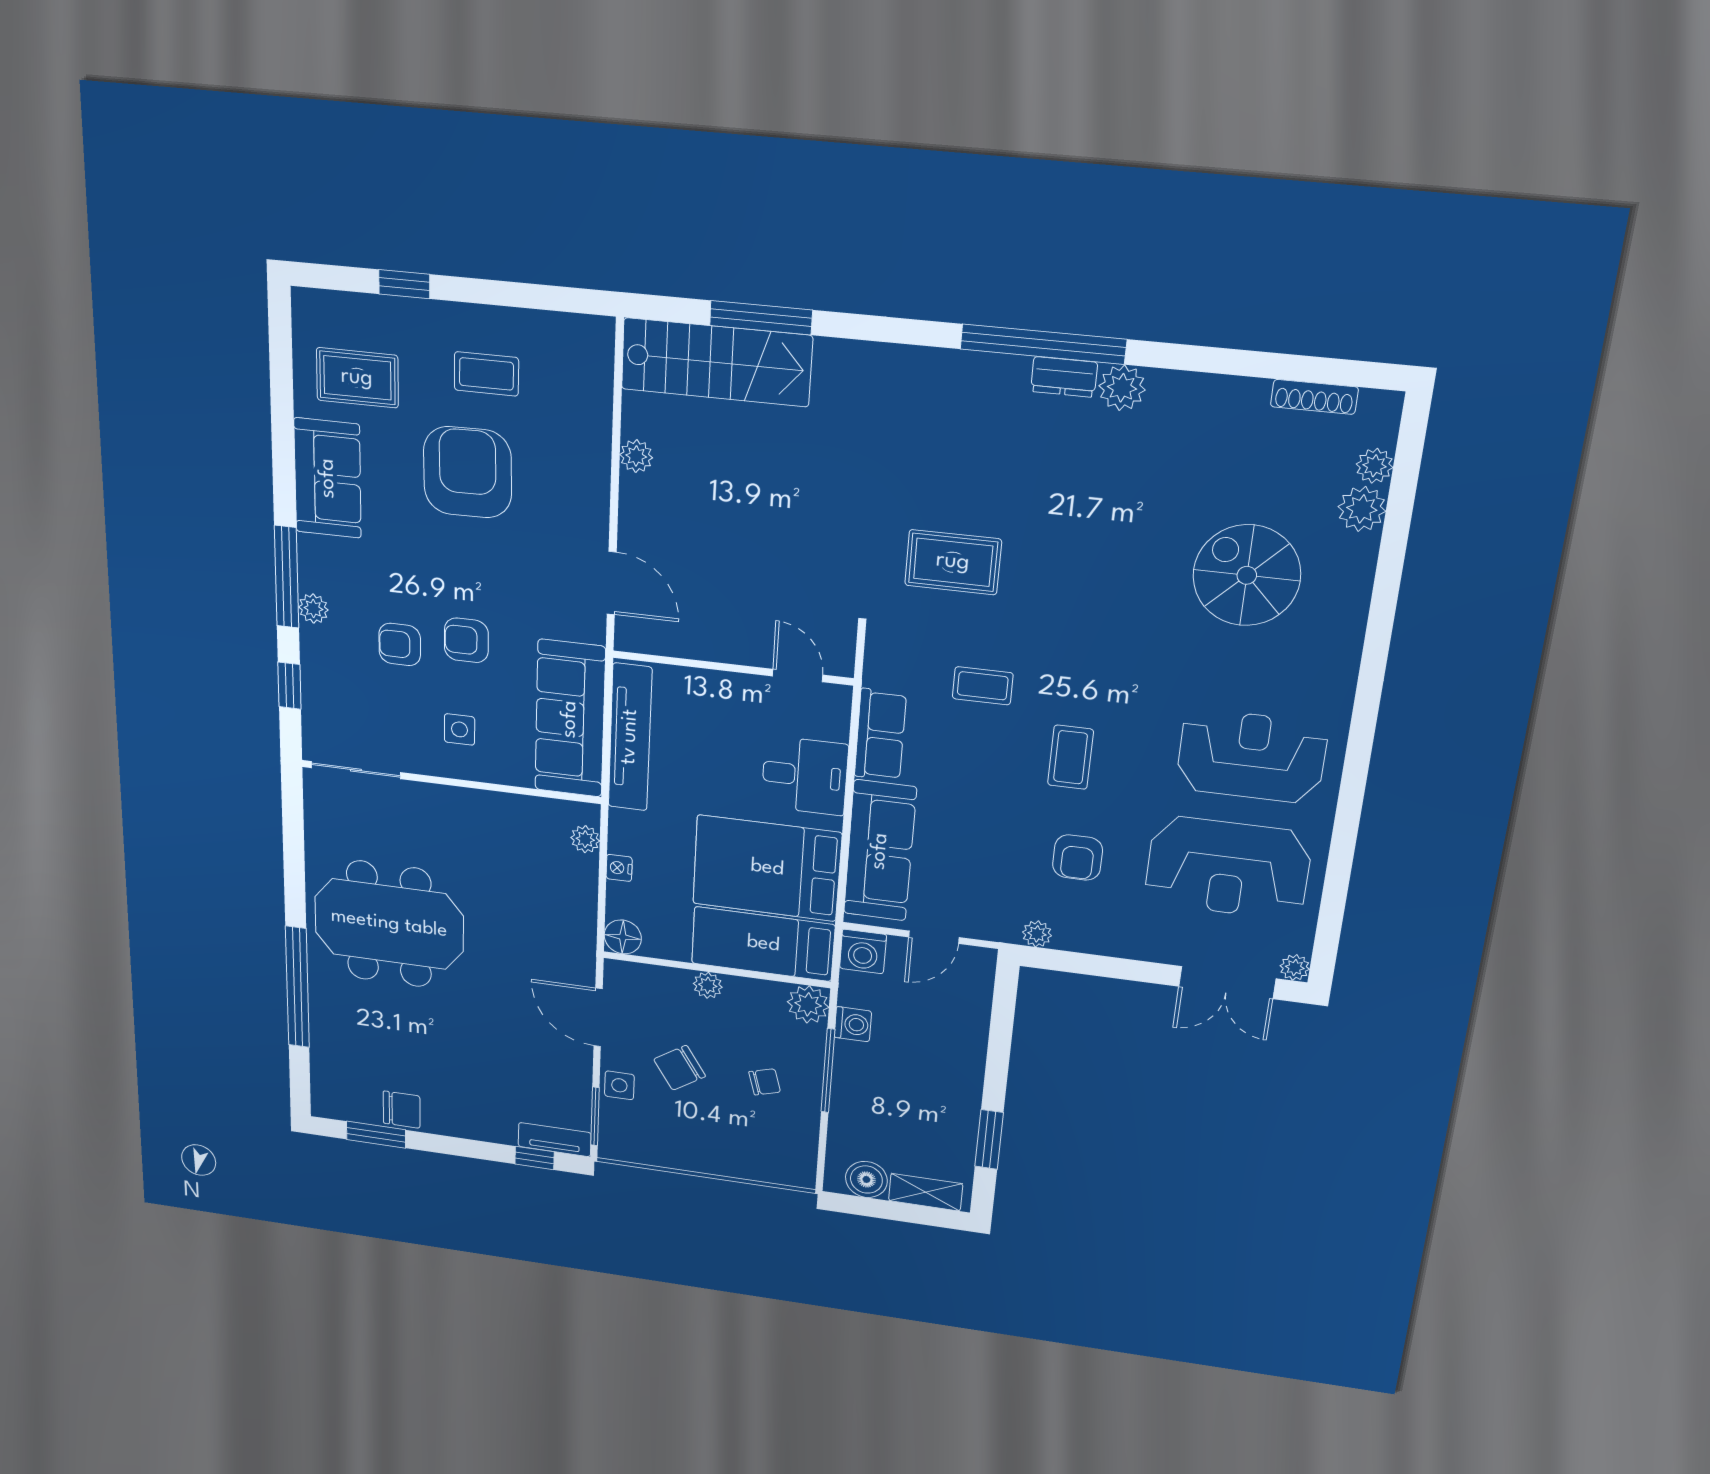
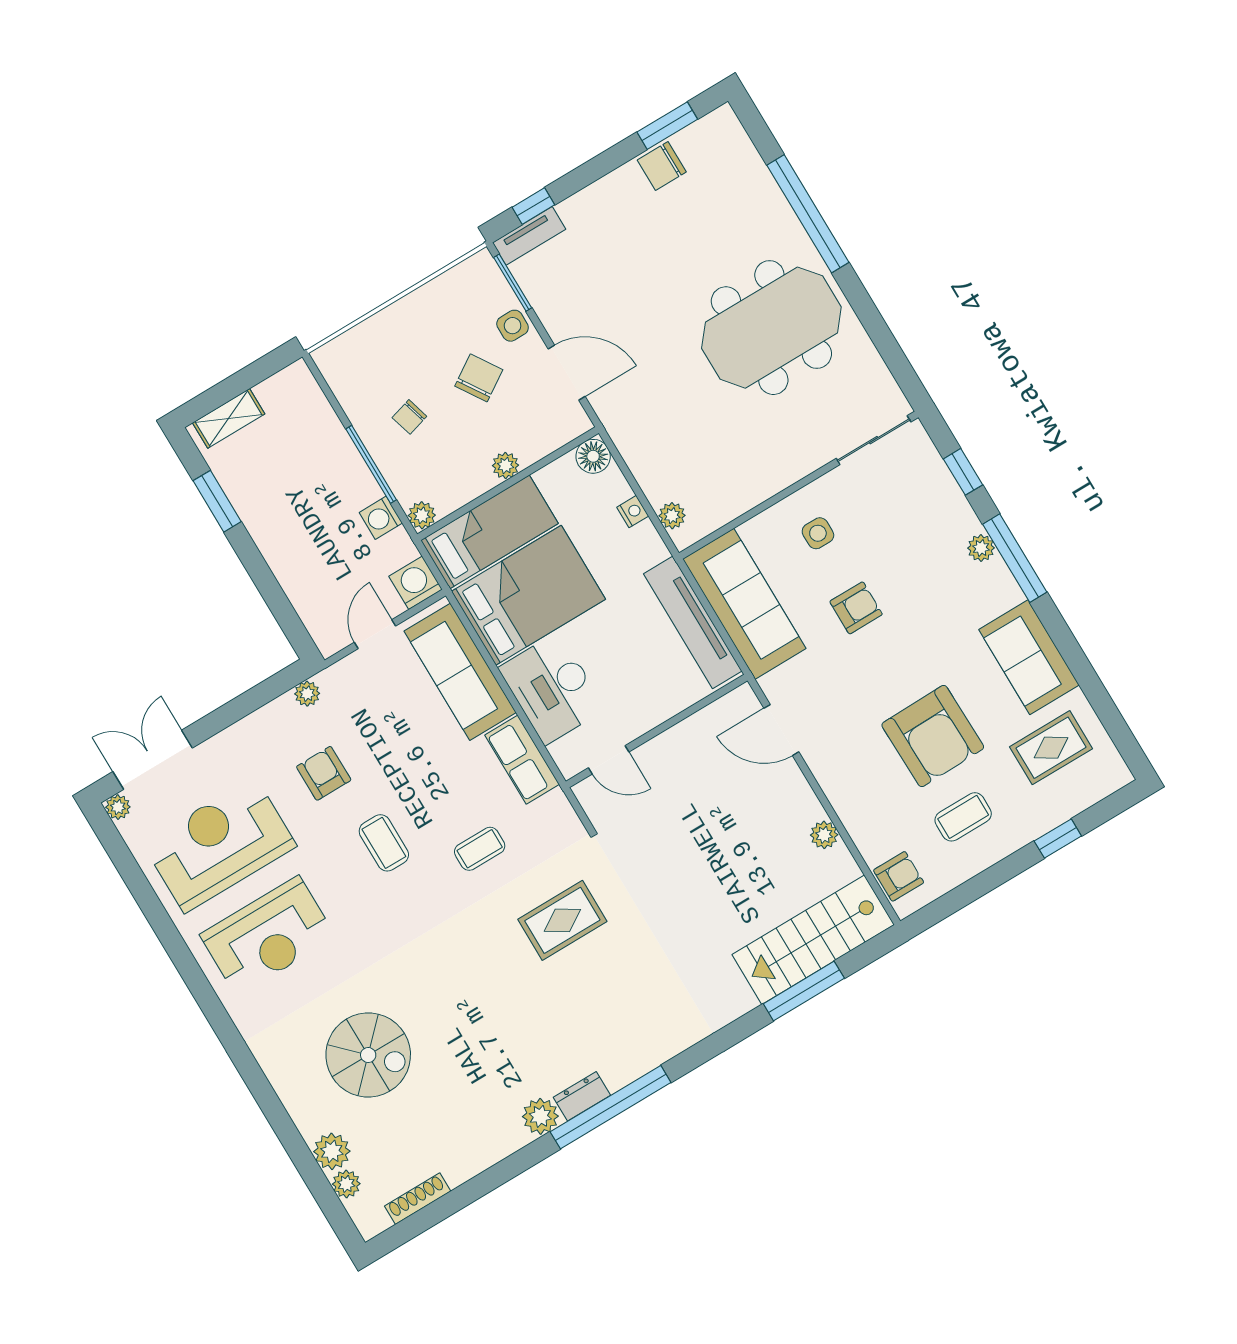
armchair: (400, 644) -> (899, 876), moved
desk: (805, 776) -> (552, 688), width x1.37
plant: (808, 1004) -> (422, 515), width x0.73, depth x0.73
boiler: (866, 1179) -> (278, 394), removed

